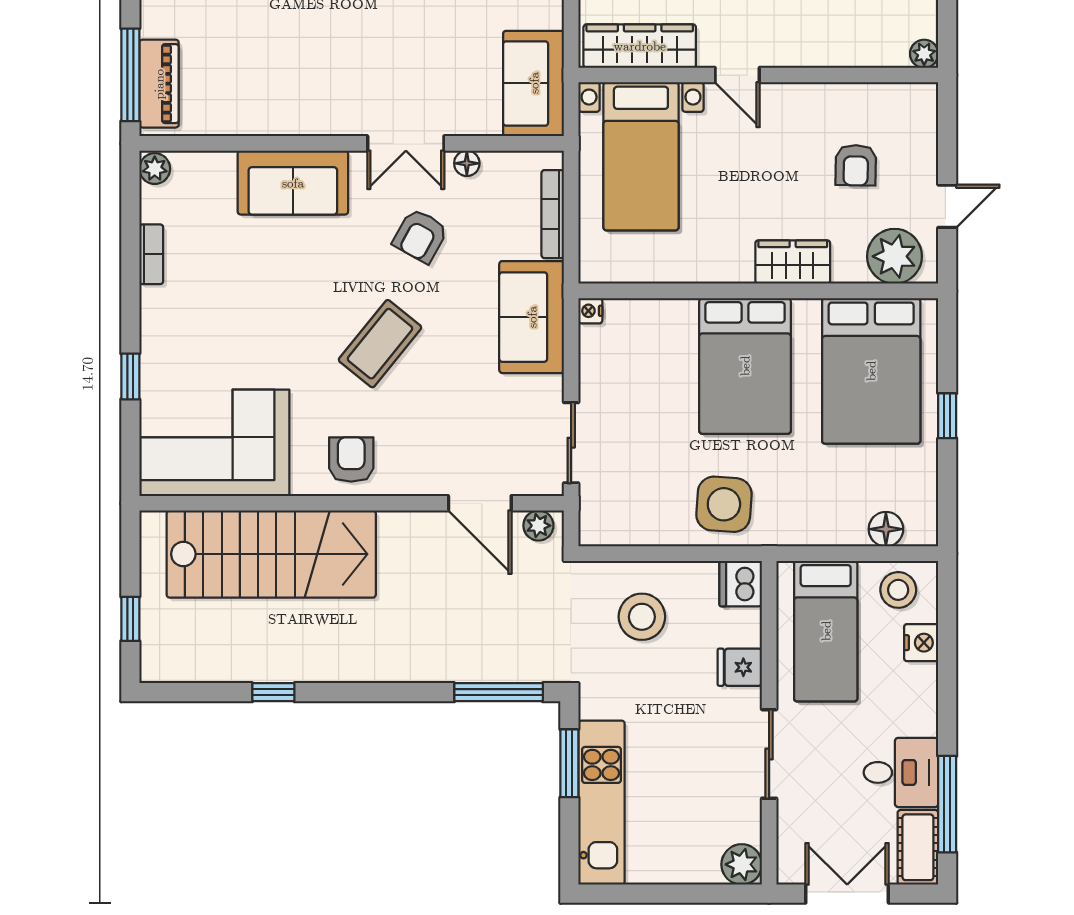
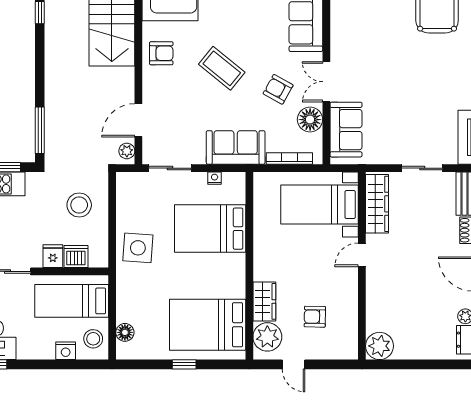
plant: (924, 54) -> (380, 346), width x1.87, depth x1.87
sofa: (534, 83) -> (346, 130), moved, turned 90
floor lamp: (467, 163) -> (310, 120), width x1.89, depth x1.89
wardrobe: (793, 262) -> (264, 301), moved
nightstand: (590, 311) -> (215, 178), moved
bed: (745, 366) -> (210, 229), moved
dishwasher: (741, 584) -> (76, 257), moved

